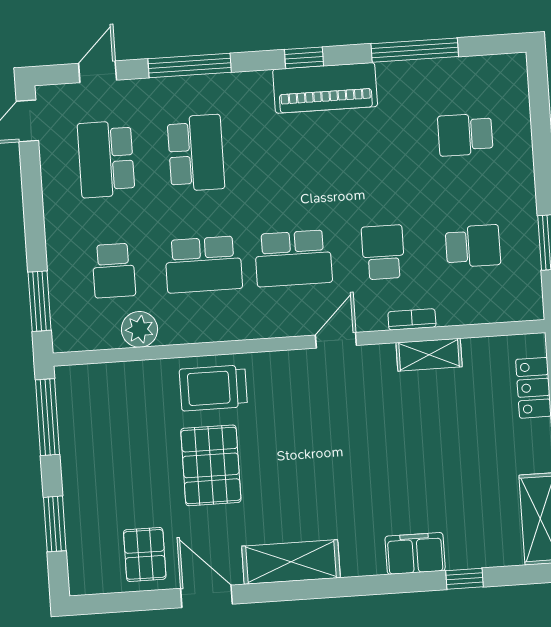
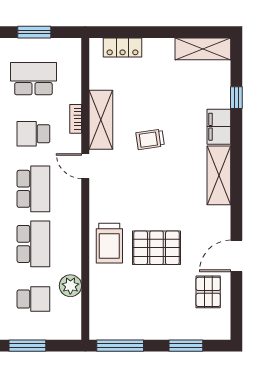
school desk: (473, 246) -> (33, 79), width x1.85
window: (40, 301) -> (27, 346), moved
shelving: (429, 355) -> (101, 120), width x1.50, depth x1.33
trolley: (387, 443) -> (150, 139), added
pallet: (145, 554) -> (208, 292), turned 90
shelving: (291, 562) -> (219, 175), moved

